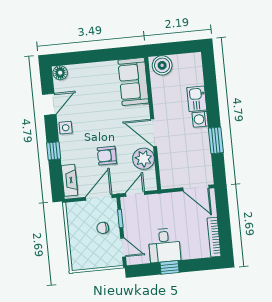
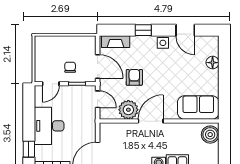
floor lamp: (60, 73) -> (213, 63), moved
desk: (164, 245) -> (49, 126), width x1.37
window: (170, 267) -> (29, 149), moved

